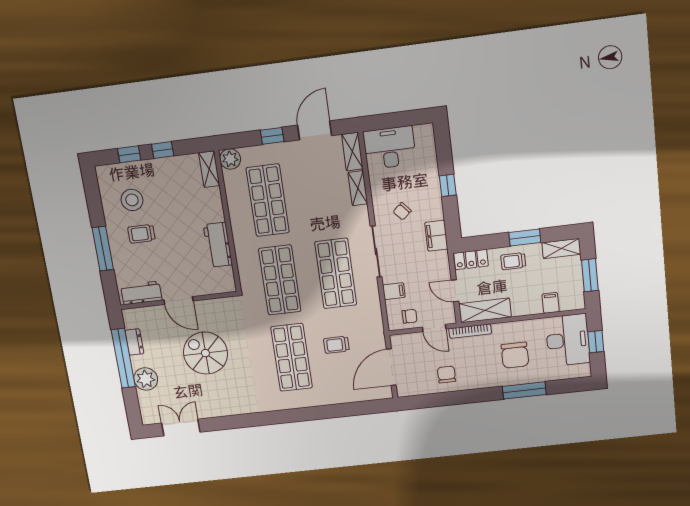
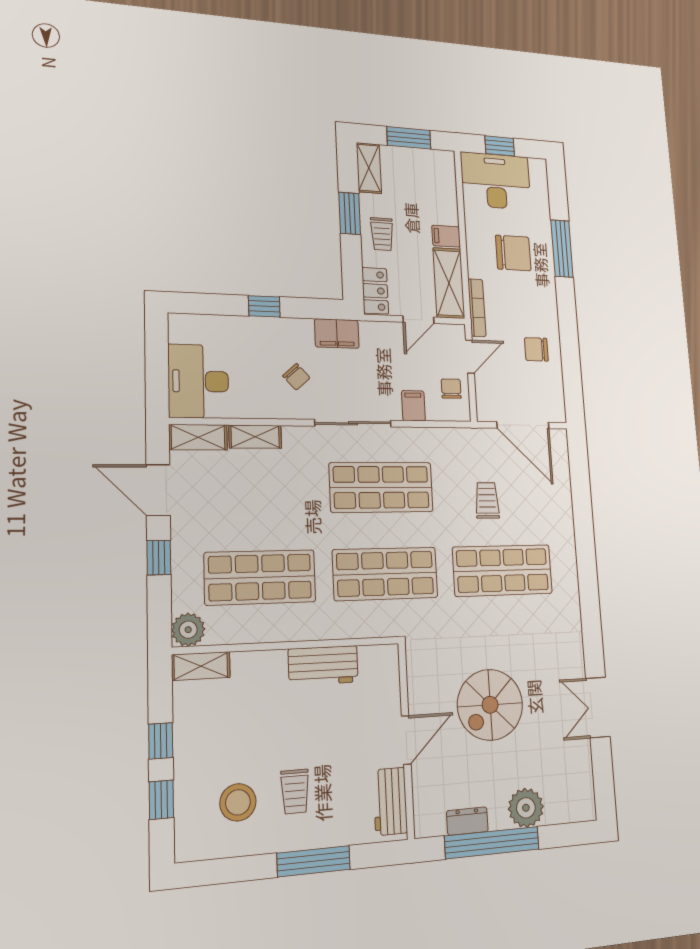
filing cabinet: (551, 303) -> (446, 236), moved
trolley: (336, 345) -> (487, 500), turned 180
double door: (181, 428) -> (598, 707), moved

